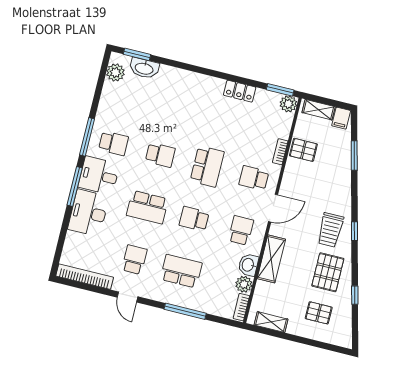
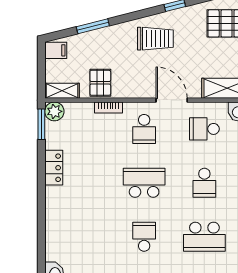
shelving: (319, 110) -> (62, 91), moved, turned 90
school desk: (147, 207) -> (204, 237), turned 90
trolley: (330, 230) -> (155, 39), moved

